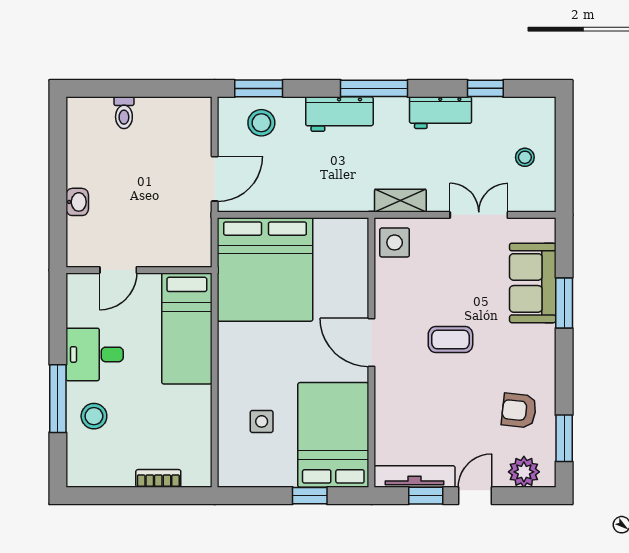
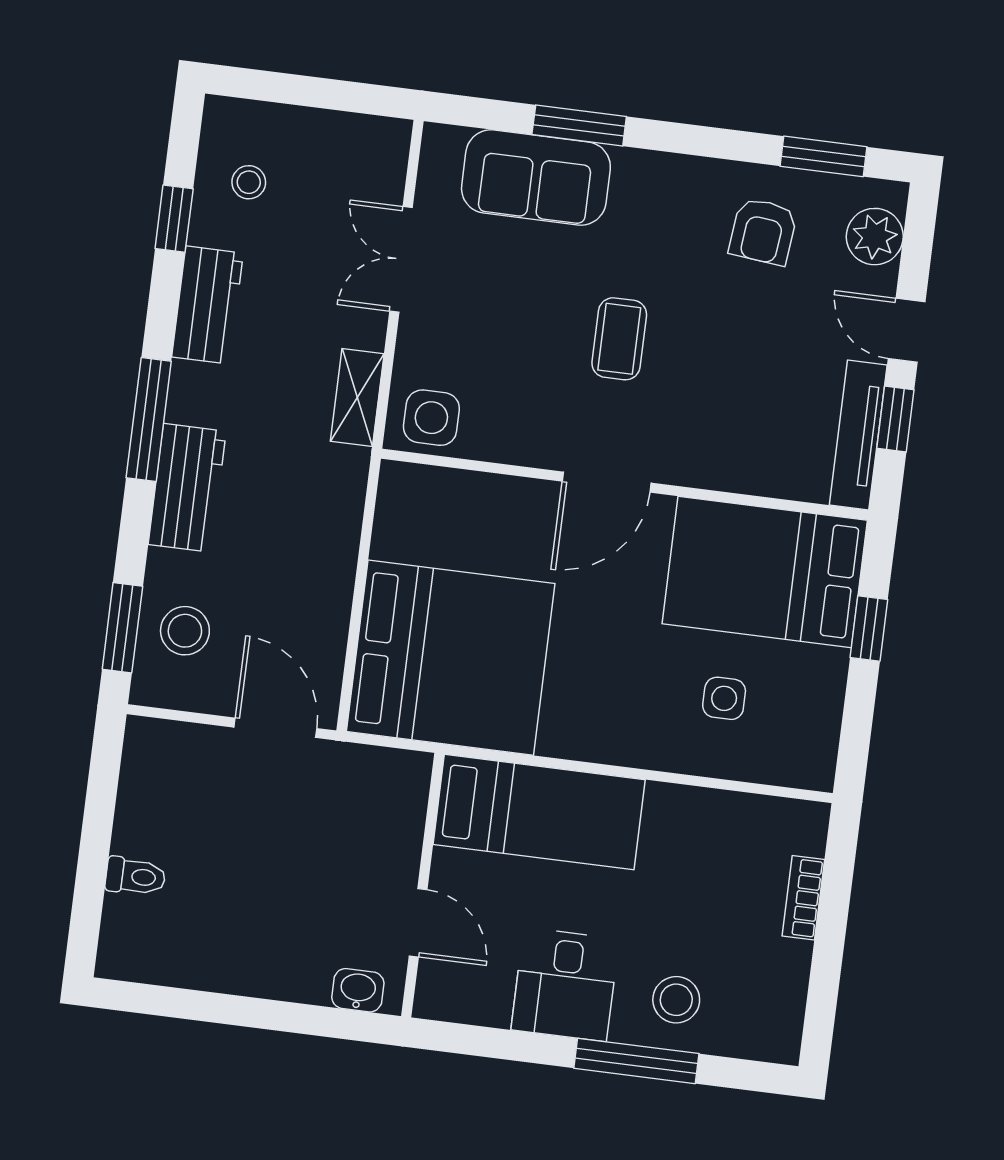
stool: (525, 157) -> (249, 182), moved
washbasin: (77, 202) -> (358, 990), moved

